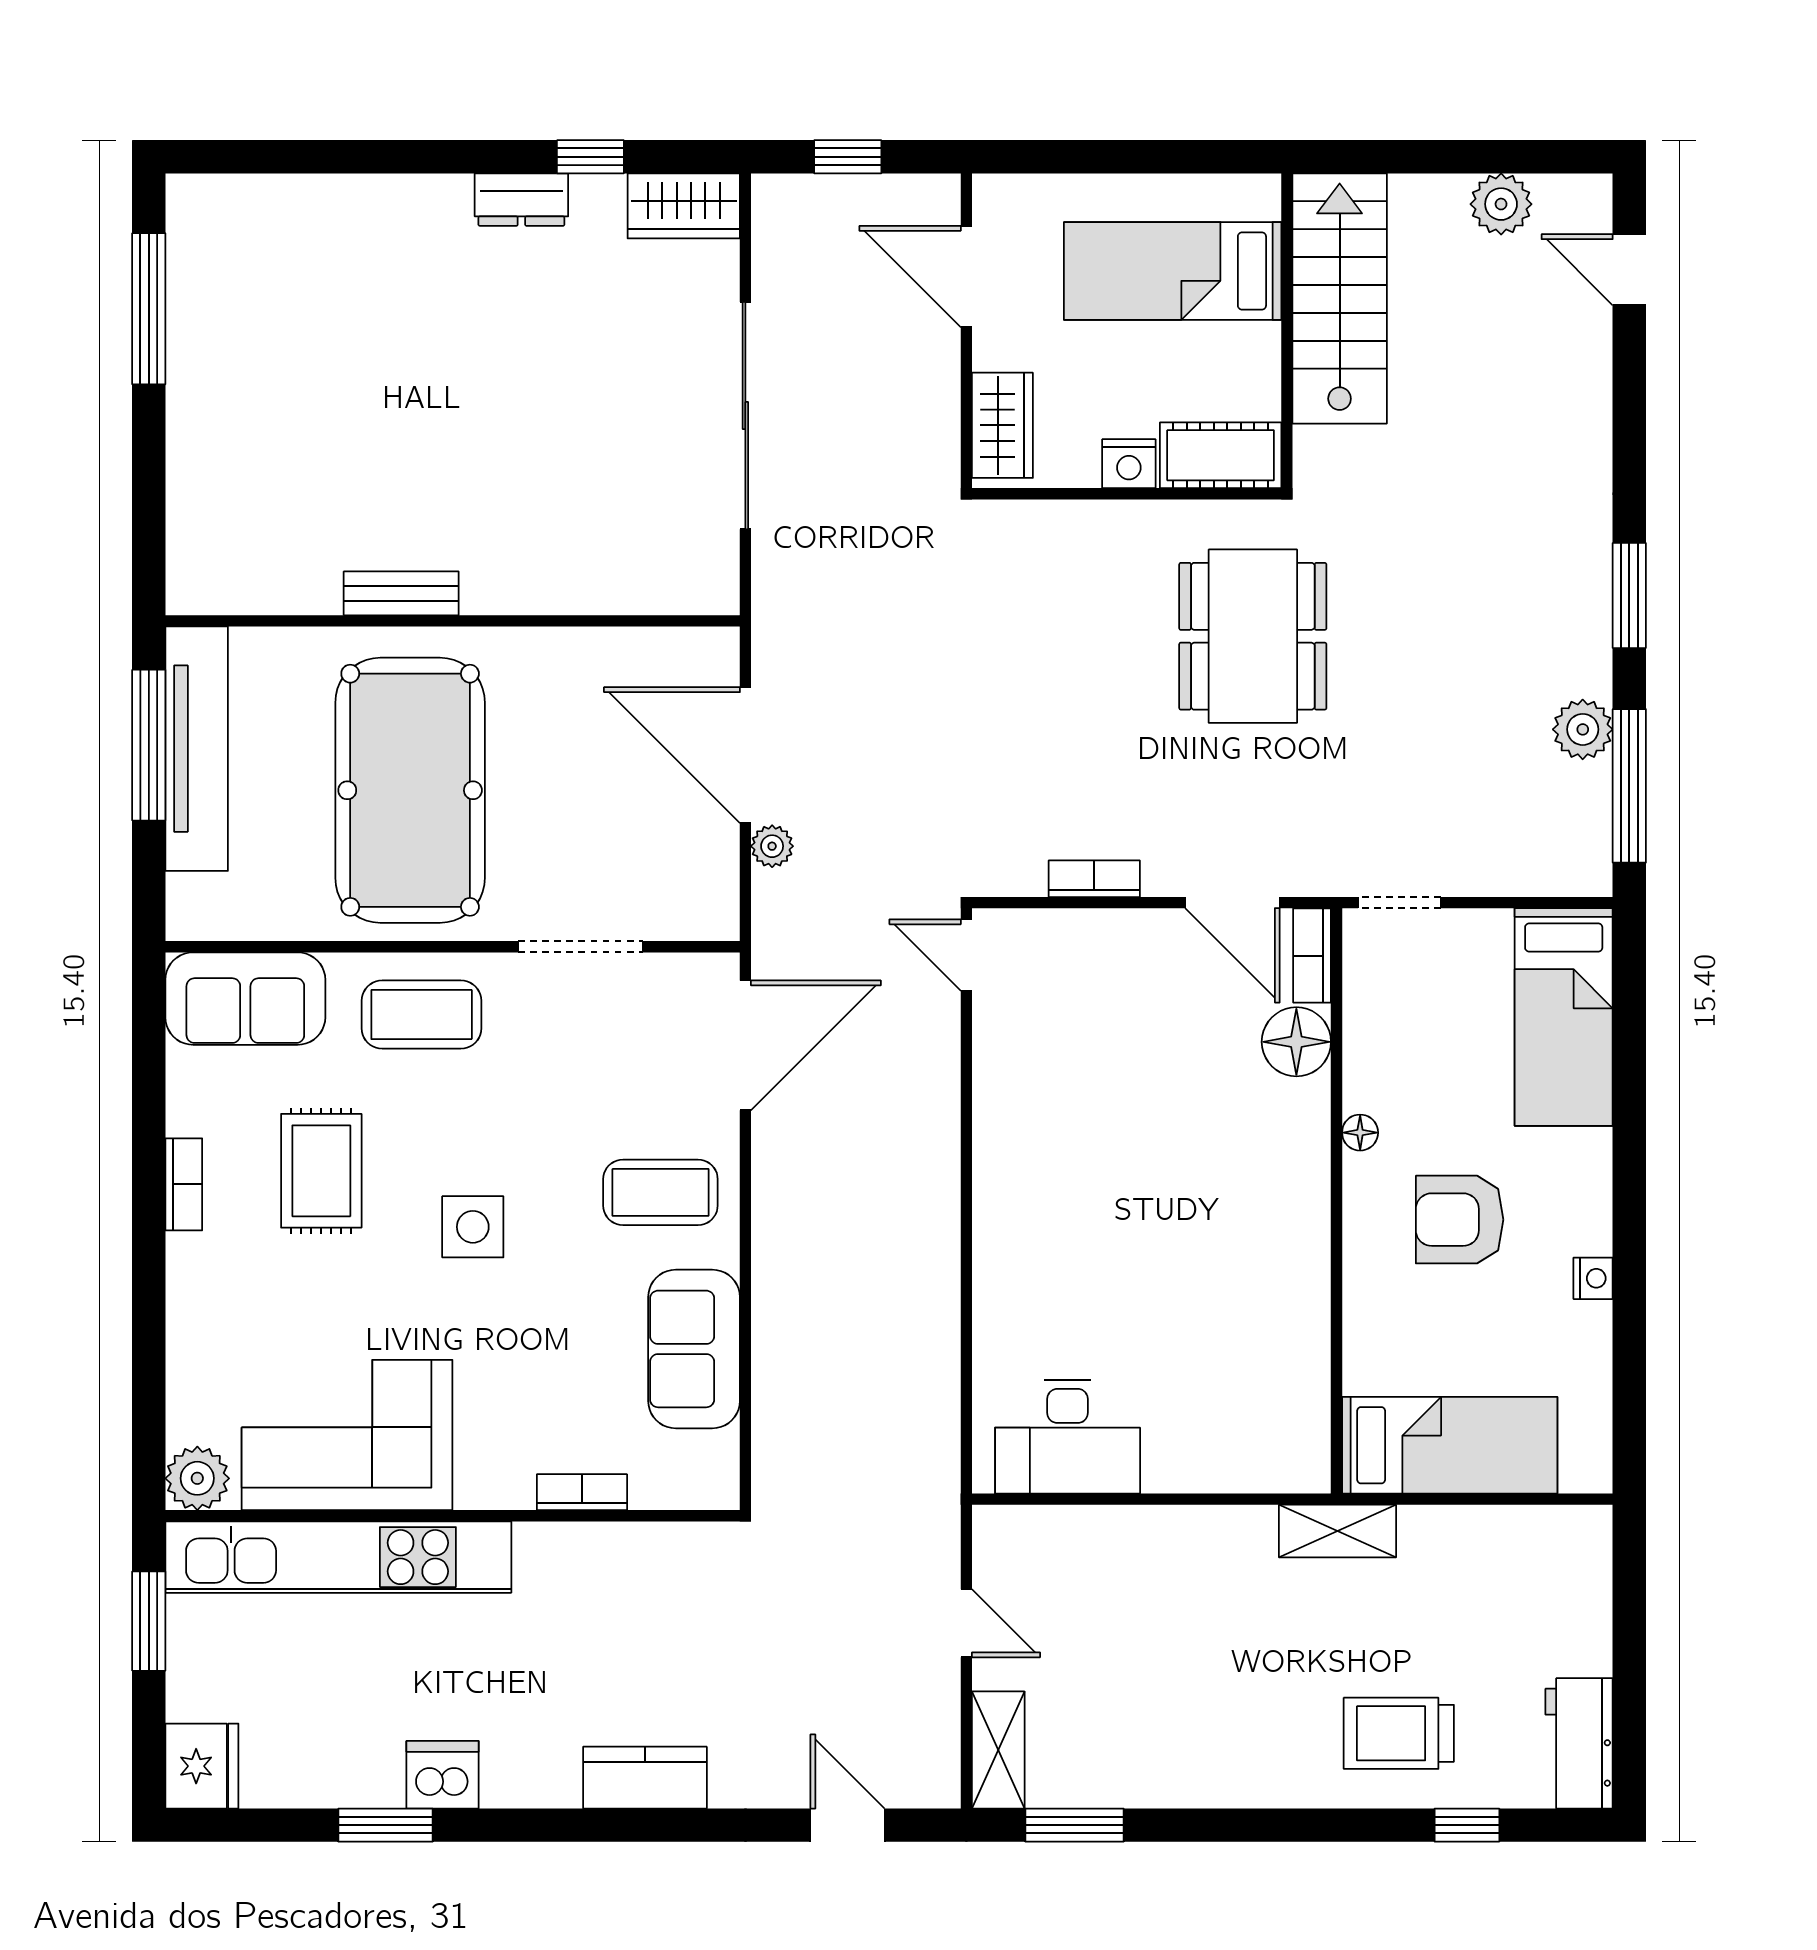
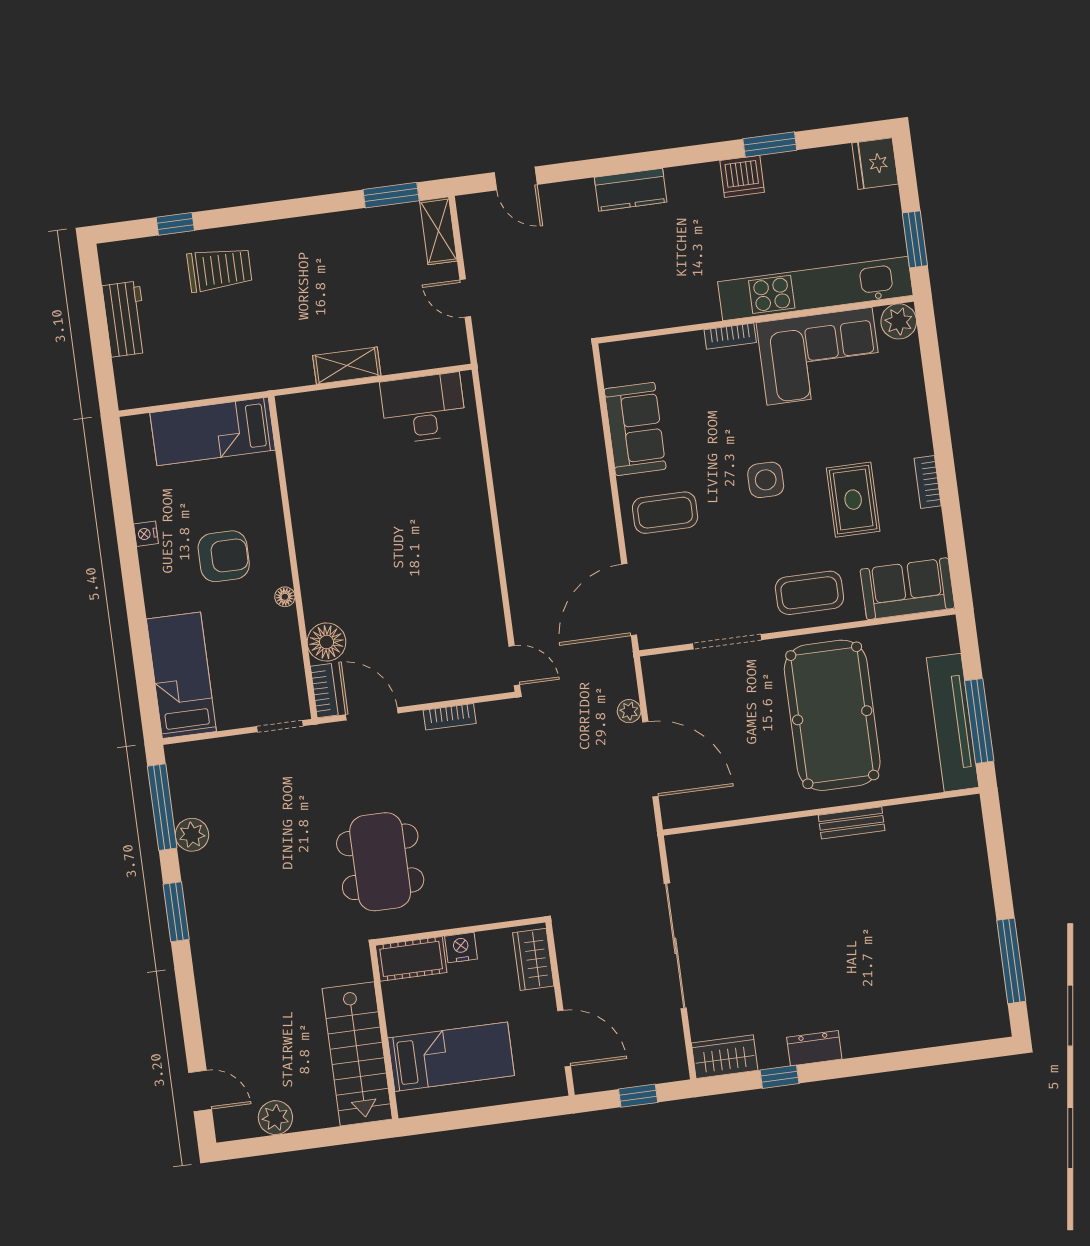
bookcase: (582, 1492) -> (730, 336), moved
shelving: (1338, 1531) -> (347, 366), moved
workbench: (1579, 1743) -> (125, 319), moved

